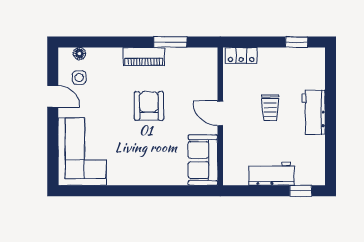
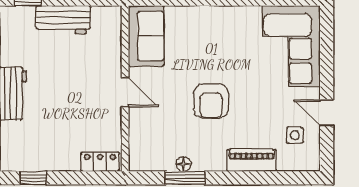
floor lamp: (79, 54) -> (183, 164), moved
piano: (144, 57) -> (252, 160), moved
trolley: (270, 108) -> (65, 99), removed

